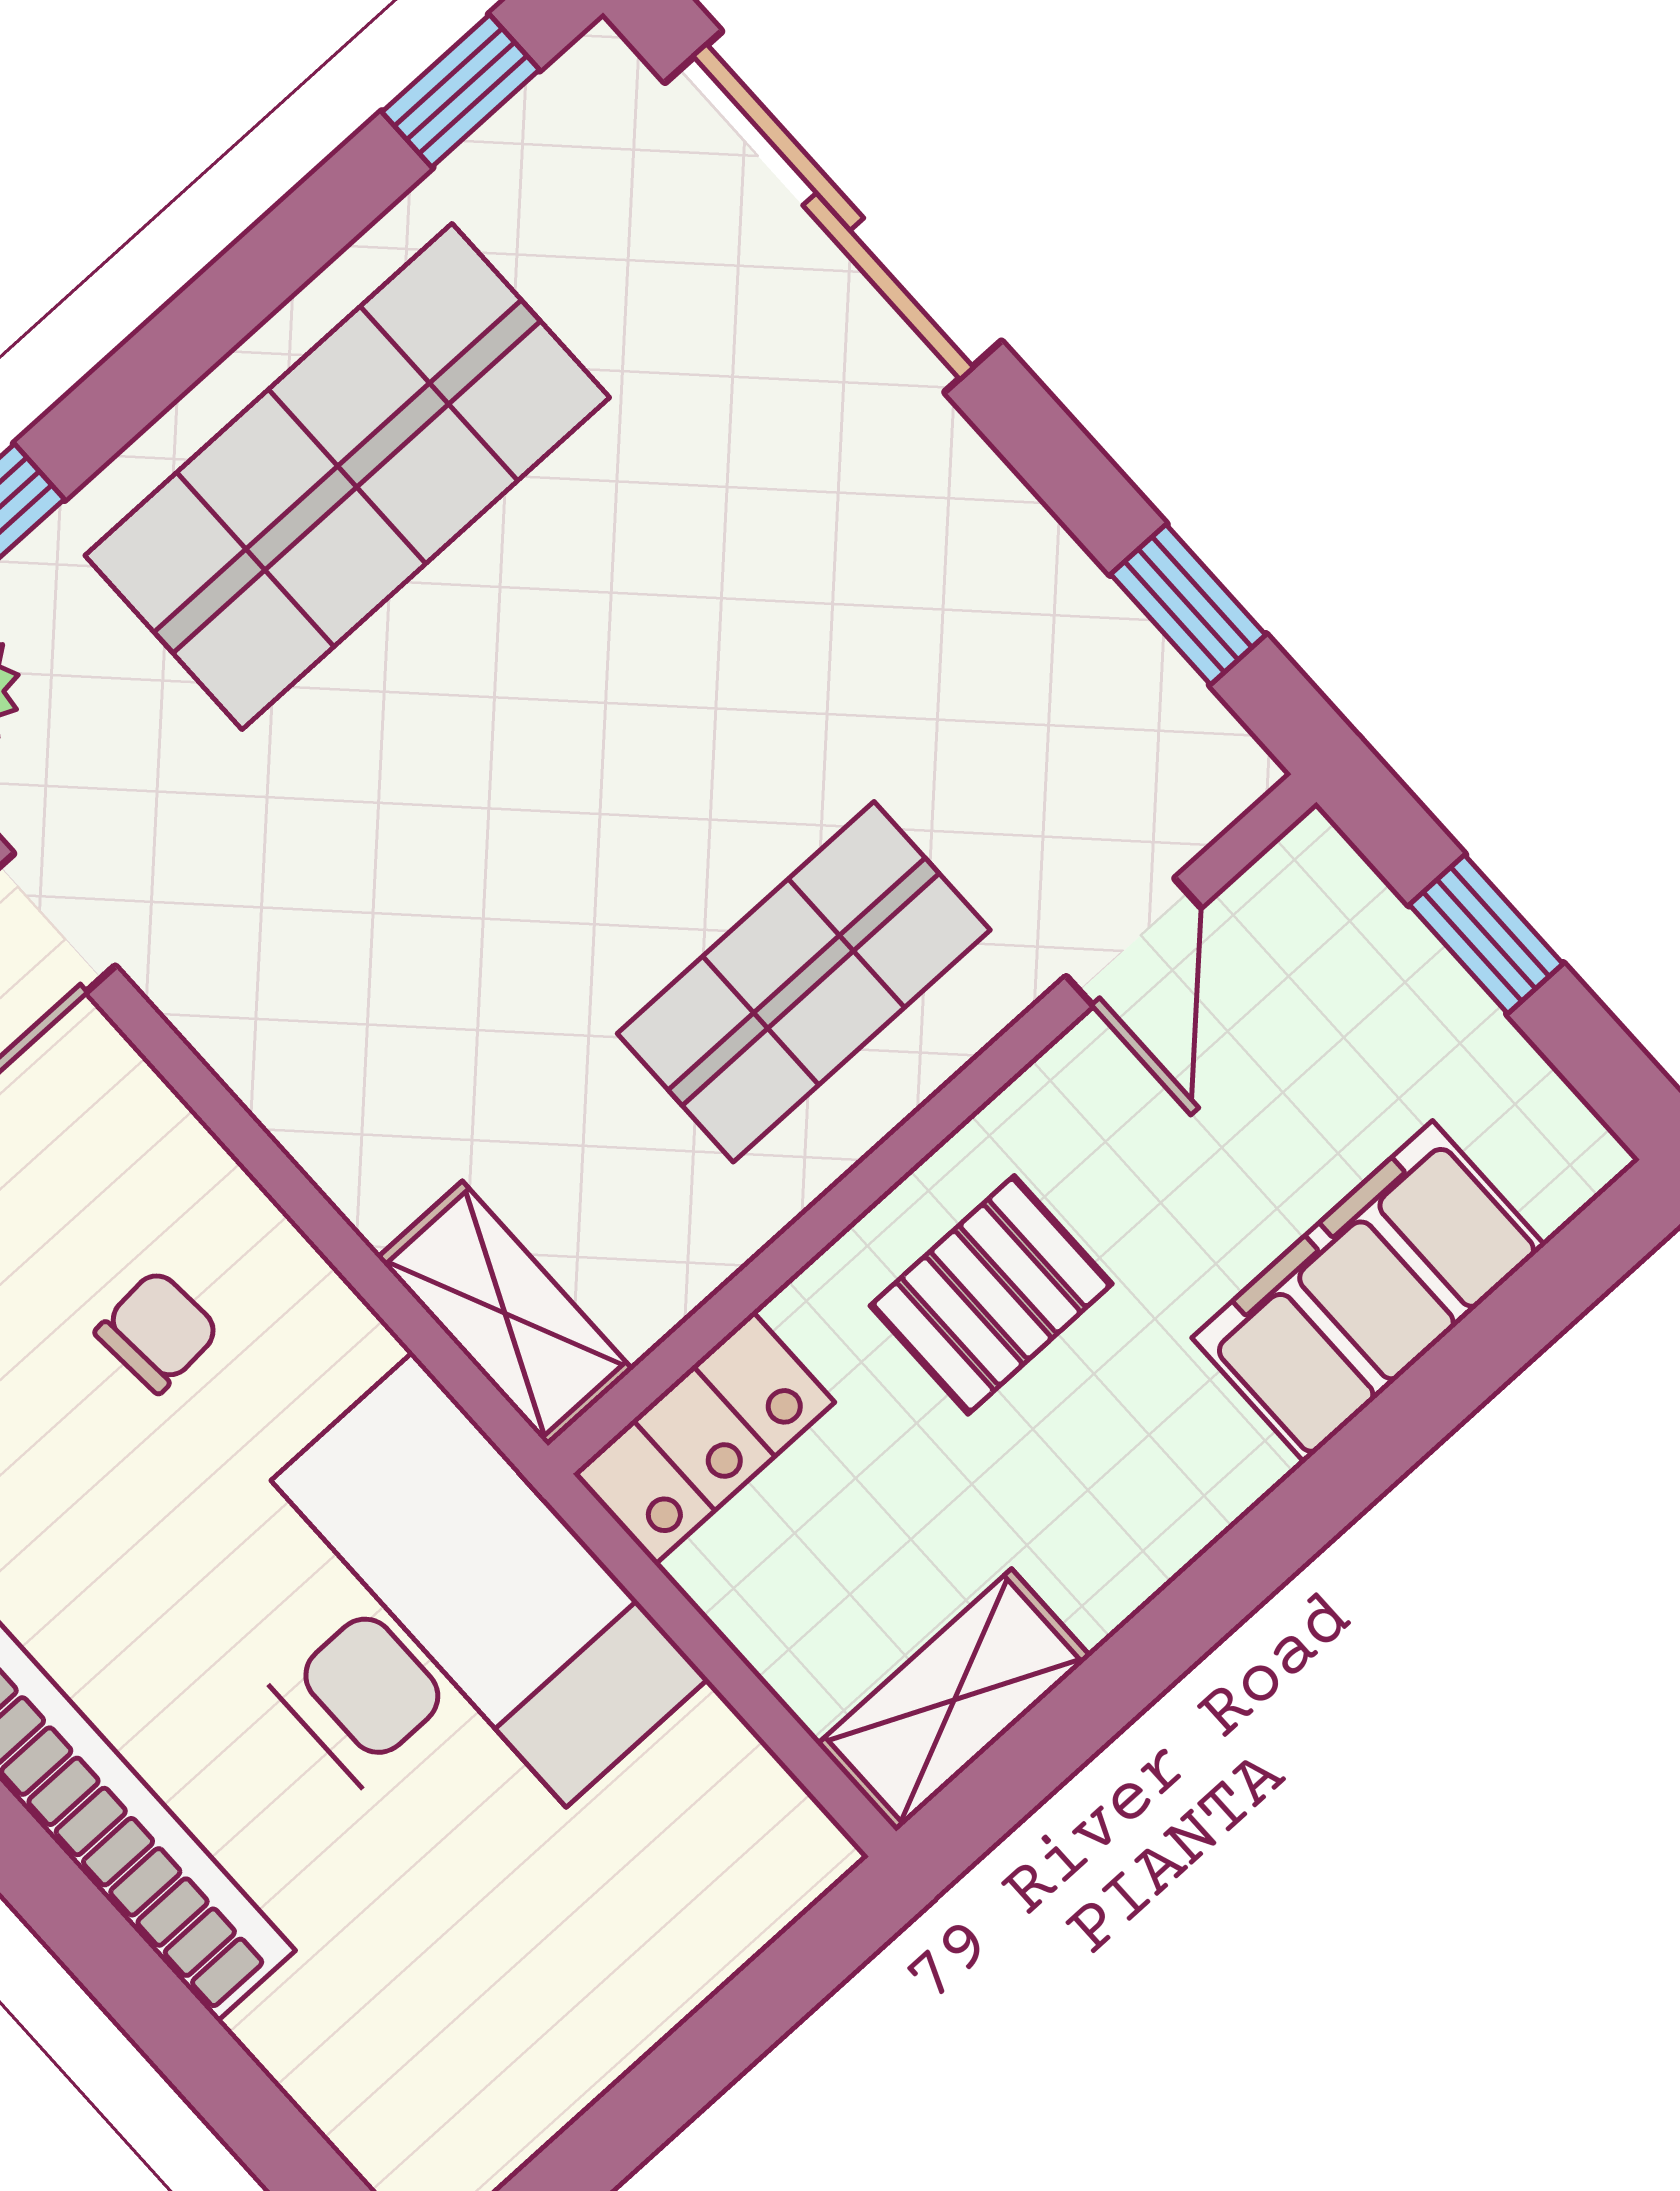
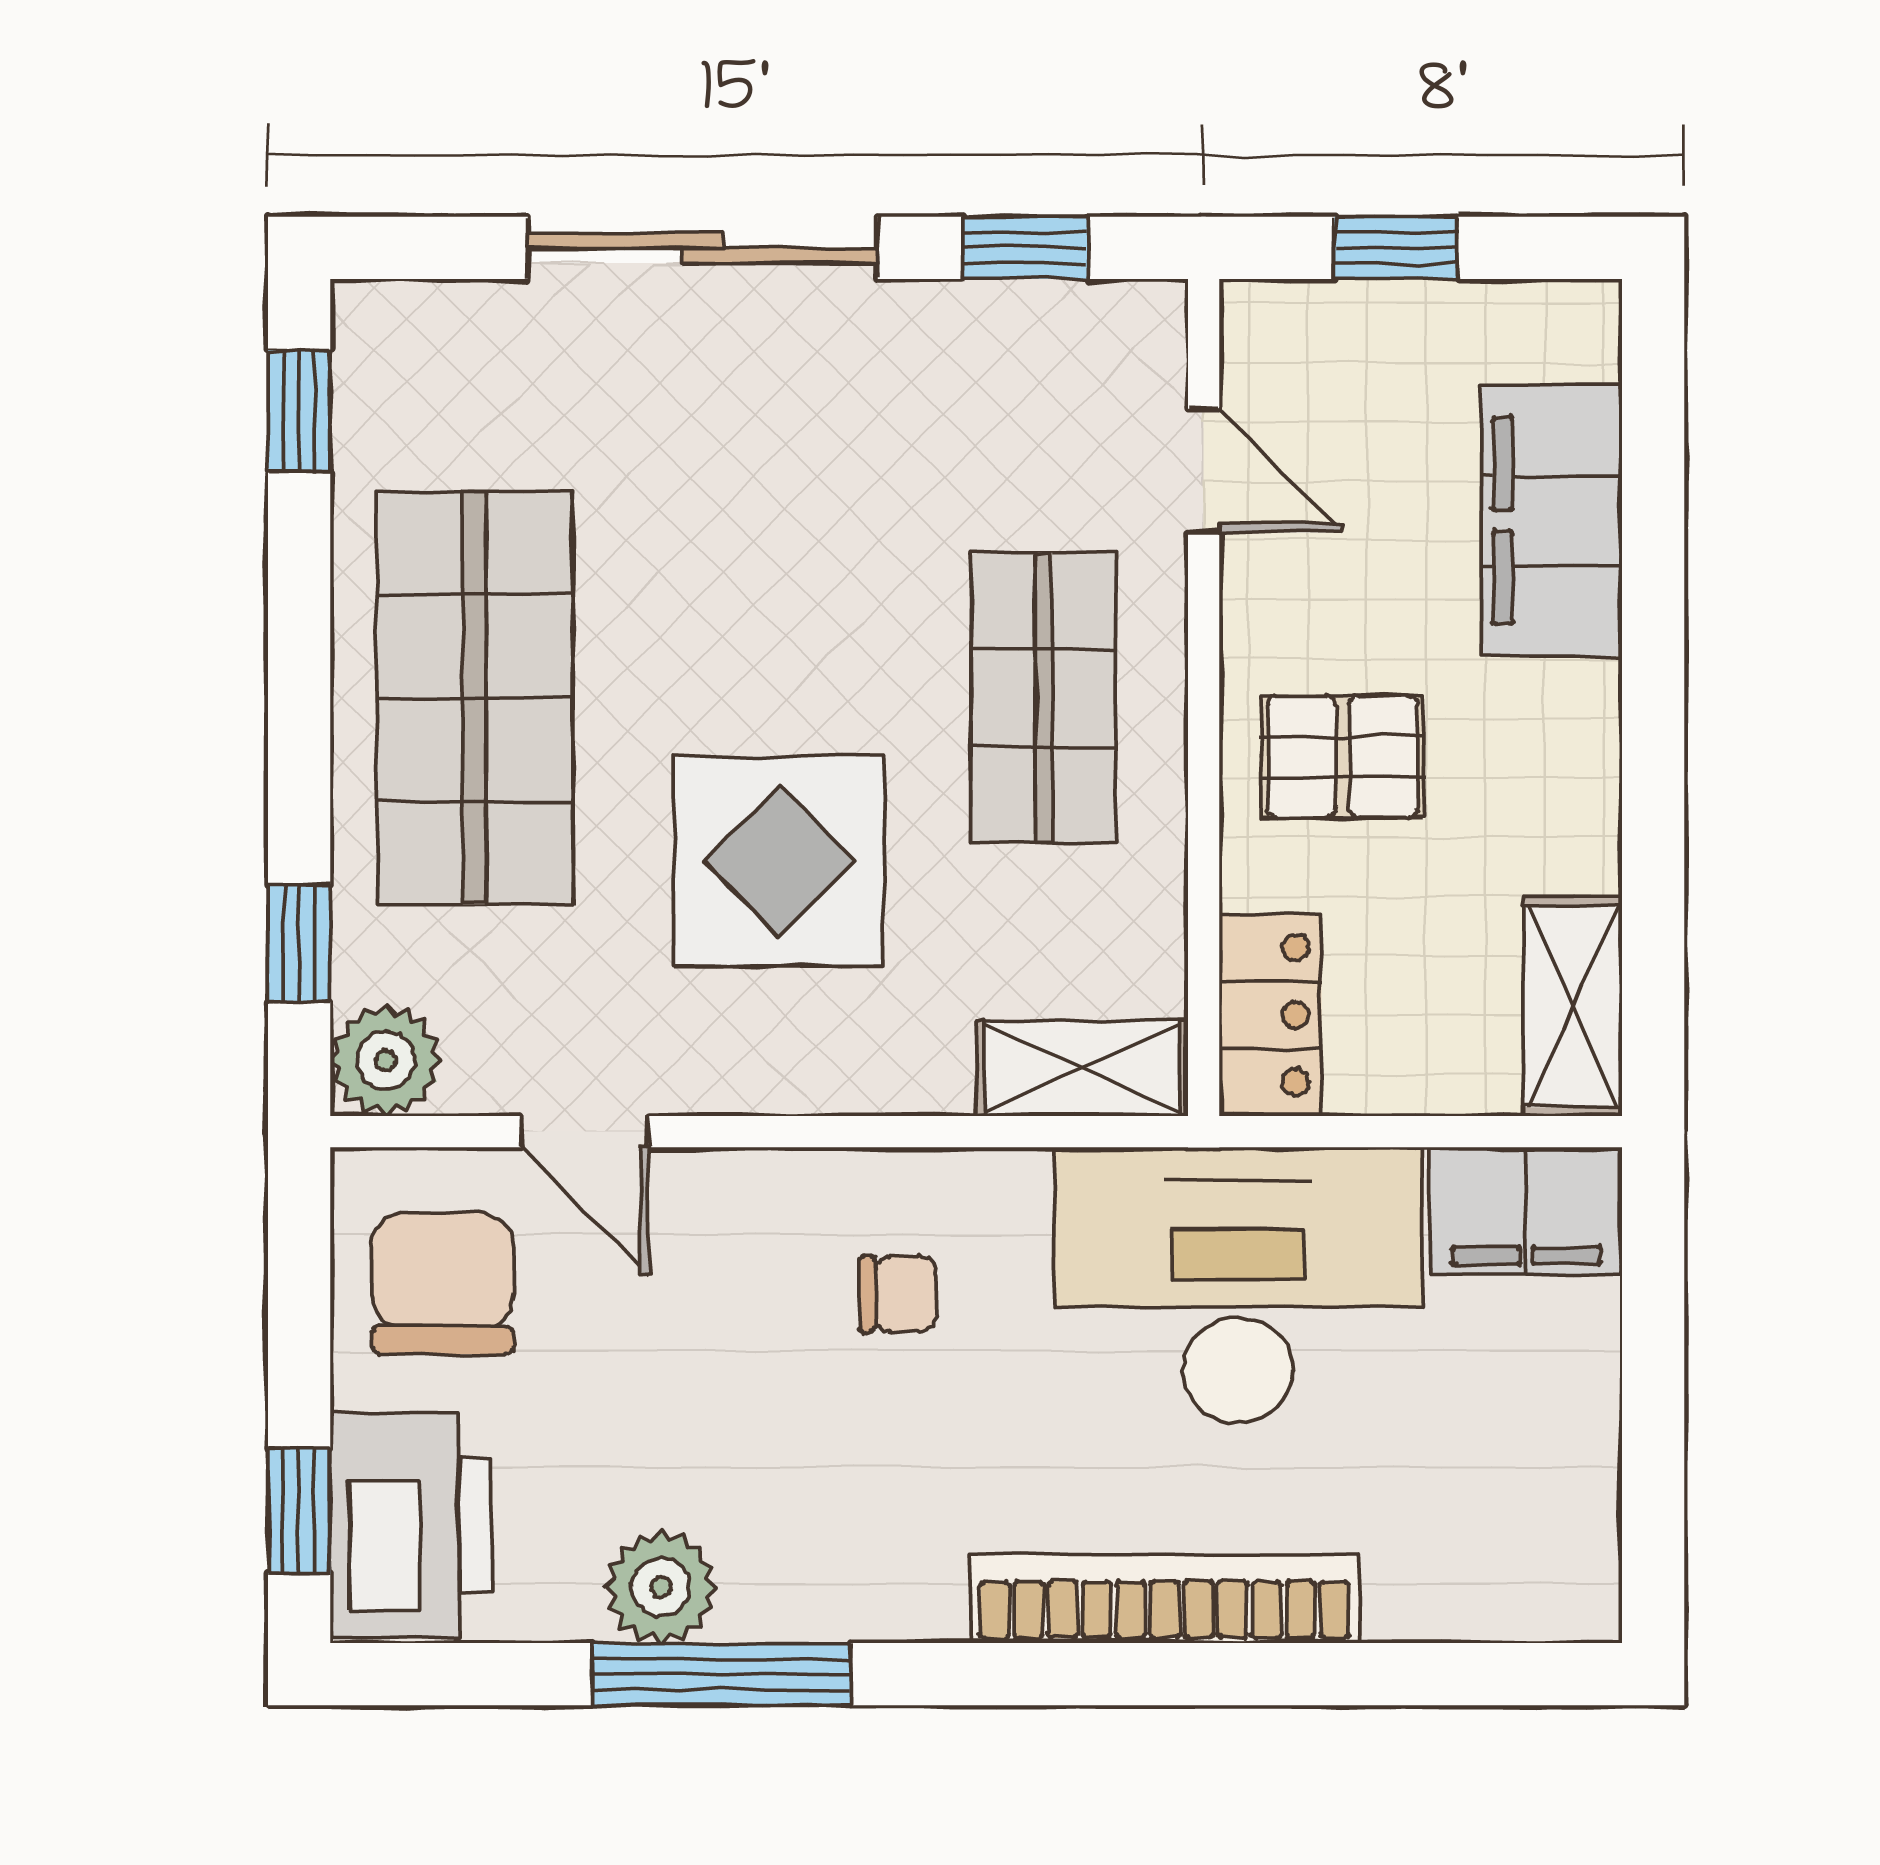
sliding door: (833, 212) -> (703, 248), moved
display table: (446, 878) -> (779, 861), added
pallet: (991, 1295) -> (1342, 757), turned 90
chair: (157, 1331) -> (898, 1294), turned 94
filing cabinet: (735, 1823) -> (1526, 1211), added

